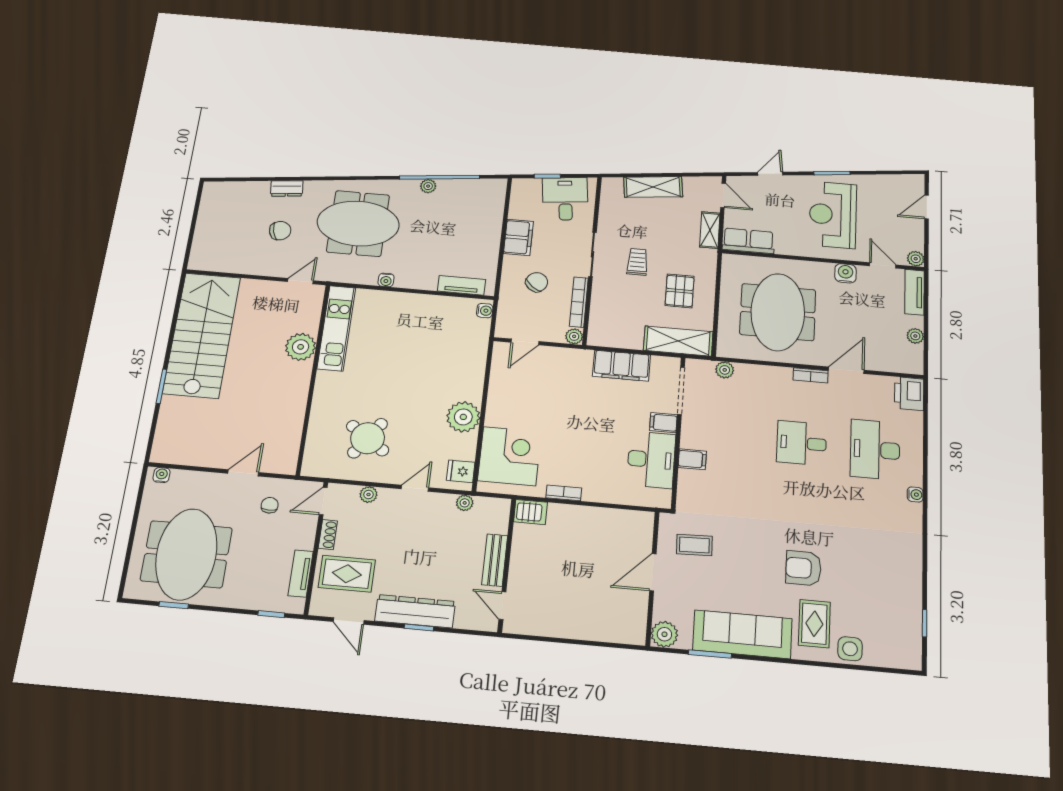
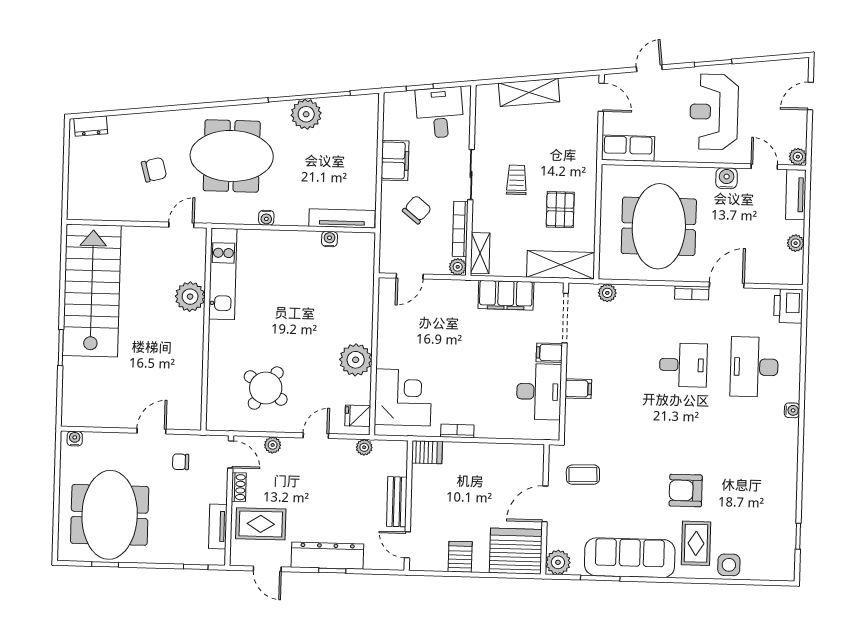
plant: (428, 186) -> (306, 114), width x1.88, depth x1.88
dresser: (287, 188) -> (91, 126), moved
shelving: (710, 230) -> (480, 253), moved
tv unit: (461, 285) -> (342, 218), width x1.41
water cooler: (485, 311) -> (329, 239), moved, turned -90
desk: (802, 443) -> (683, 365), turned 180
door: (323, 501) -> (231, 454), swing flipped
chair: (270, 505) -> (181, 462), turned -90
server rack: (619, 620) -> (516, 551), added
server rack: (559, 622) -> (460, 557), added

